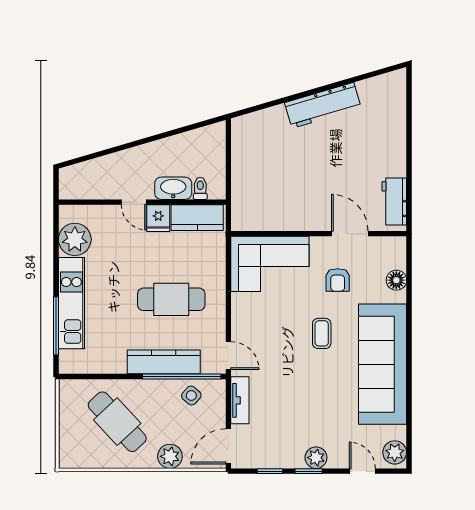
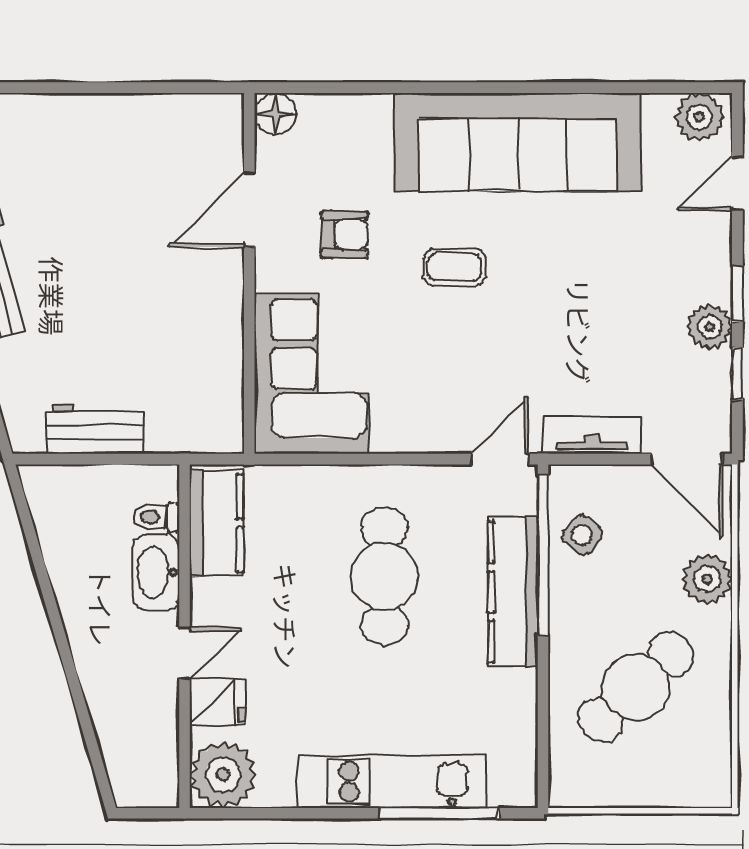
workbench: (394, 201) -> (95, 429), moved, turned 180
fridge: (158, 218) -> (217, 703), moved
plant: (75, 239) -> (223, 775), moved
floor lamp: (396, 280) -> (275, 114), moved
plant: (316, 458) -> (710, 327), moved

